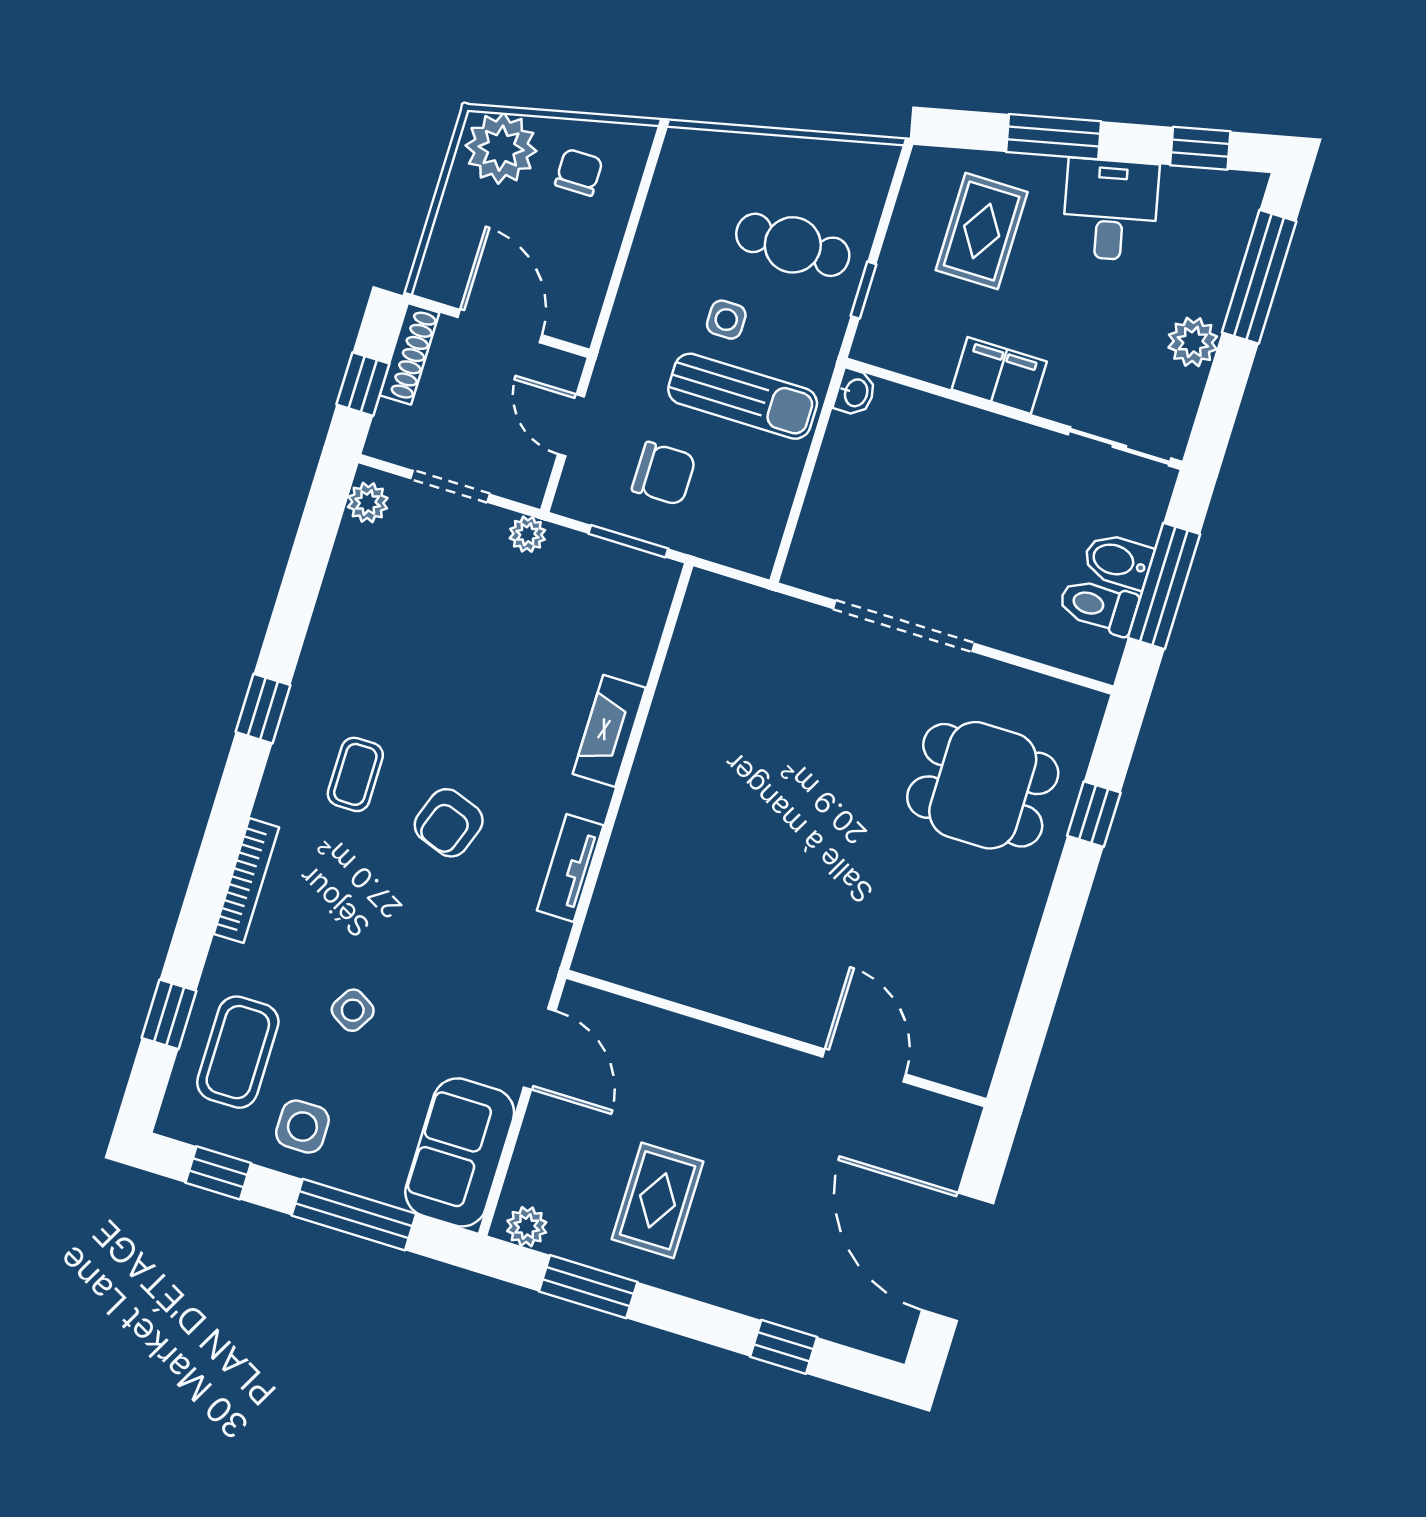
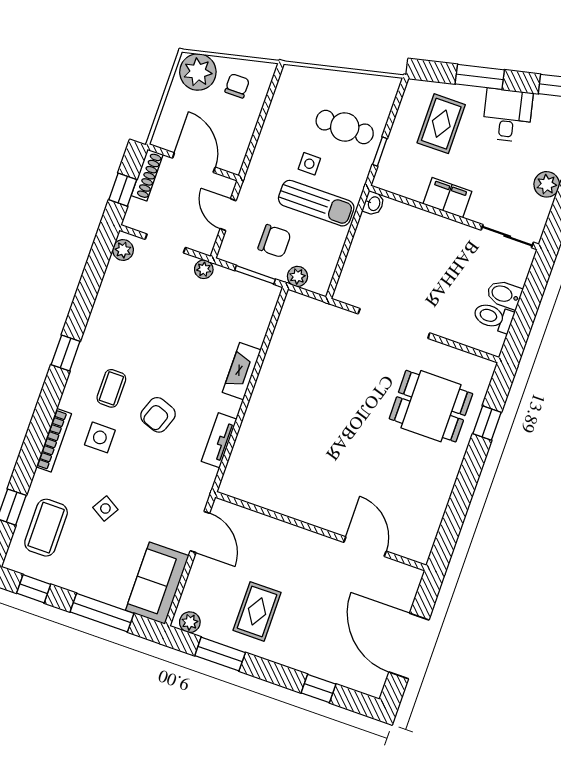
plant: (711, 541) -> (297, 276), added
window: (1164, 586) -> (527, 308), removed
side table: (302, 1127) -> (100, 437), moved

